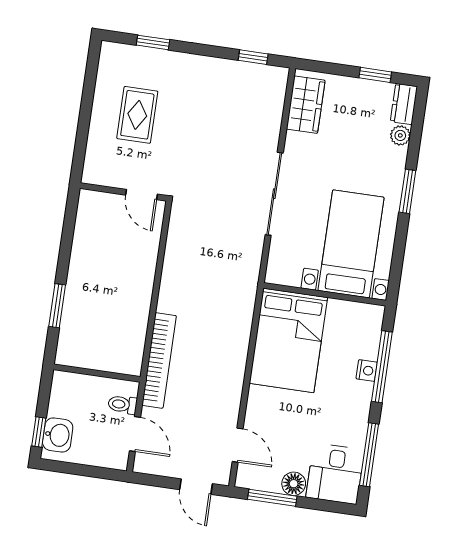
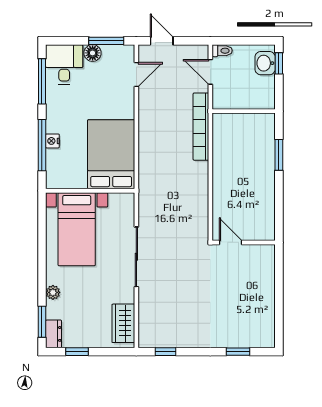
rug: (137, 115) -> (242, 299), removed
plant: (400, 135) -> (53, 292), moved
window: (407, 191) -> (42, 322), moved
toilet: (123, 405) -> (222, 51), moved
door: (238, 445) -> (136, 75), swing flipped

